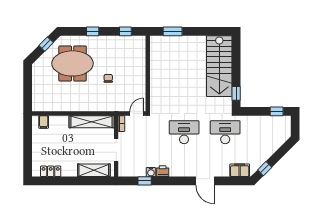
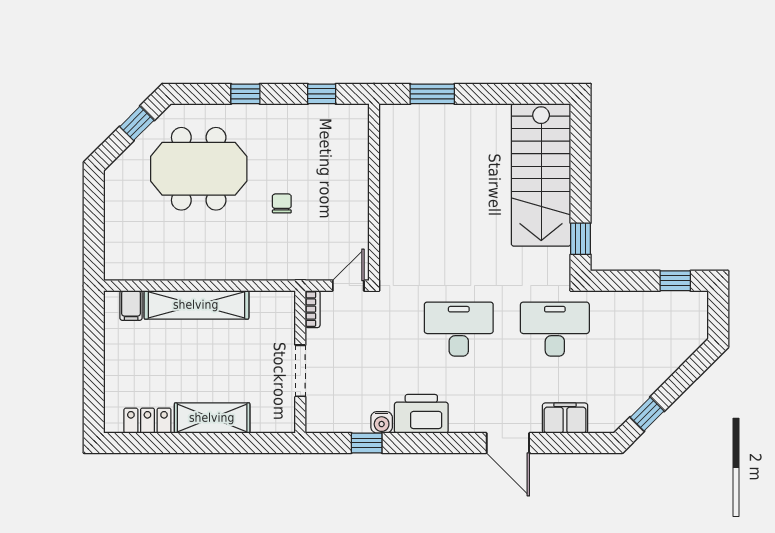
shelving: (92, 122) -> (196, 305), moved
shelving: (94, 170) -> (212, 418), moved
filing cabinet: (240, 170) -> (565, 418), moved
printer: (163, 171) -> (421, 414), width x1.87, depth x1.48

